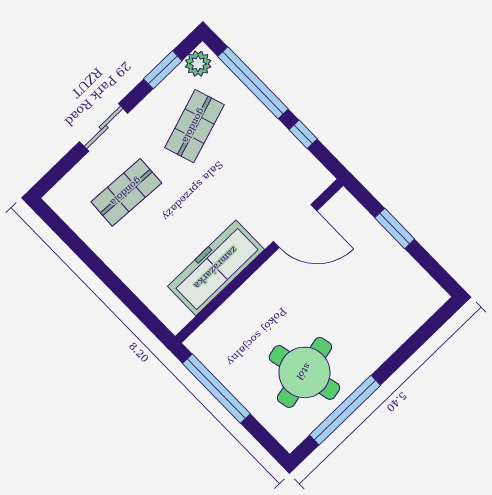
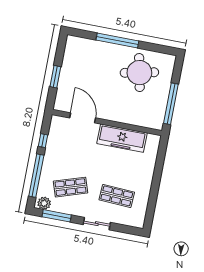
window: (163, 70) -> (57, 216), width x1.44
window: (345, 410) -> (117, 40), moved

